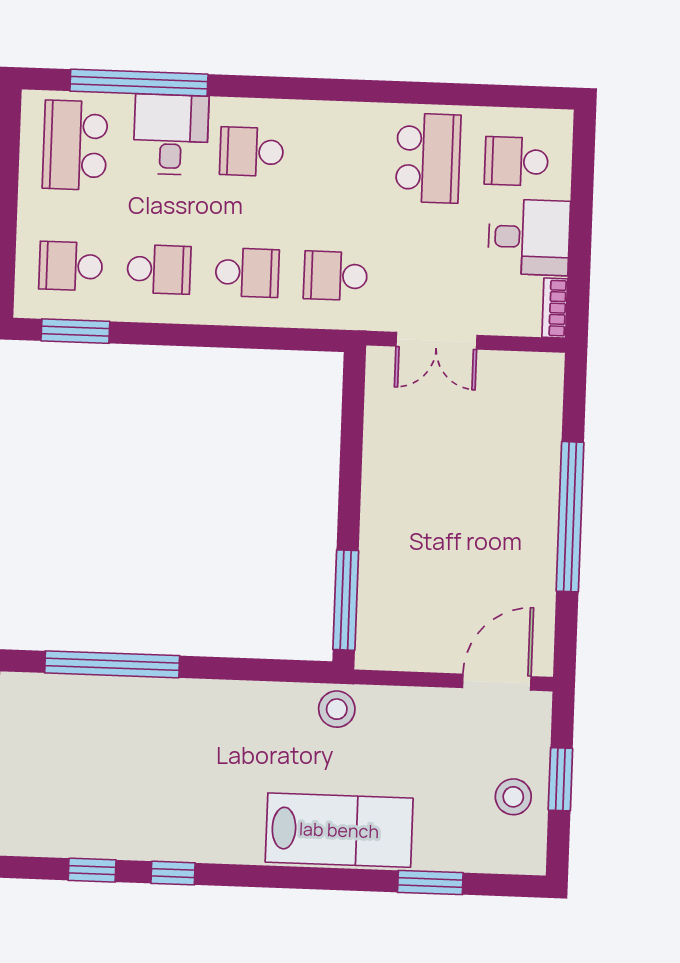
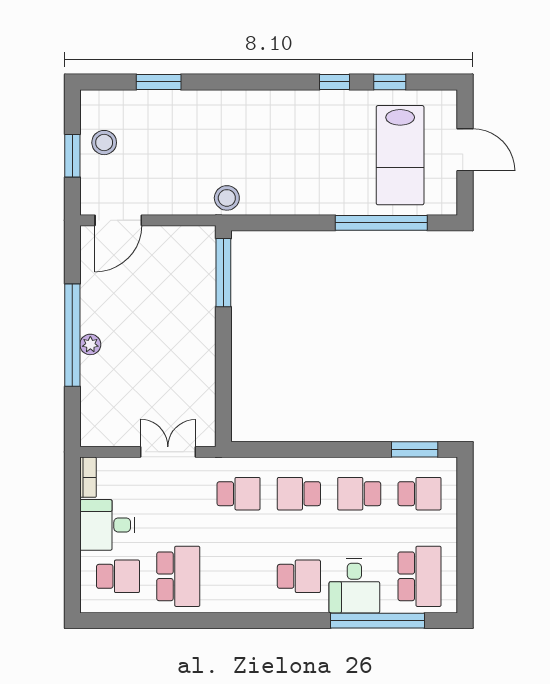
school desk: (428, 158) -> (178, 576), turned 180
plant: (544, 502) -> (90, 344), added
lab bench: (339, 830) -> (400, 155), moved, turned -90

